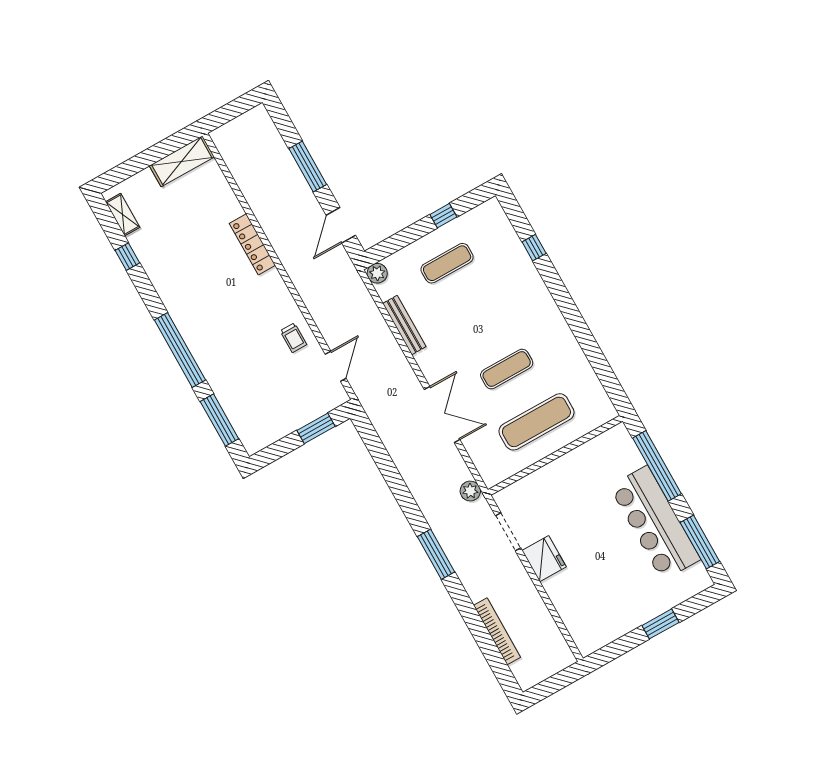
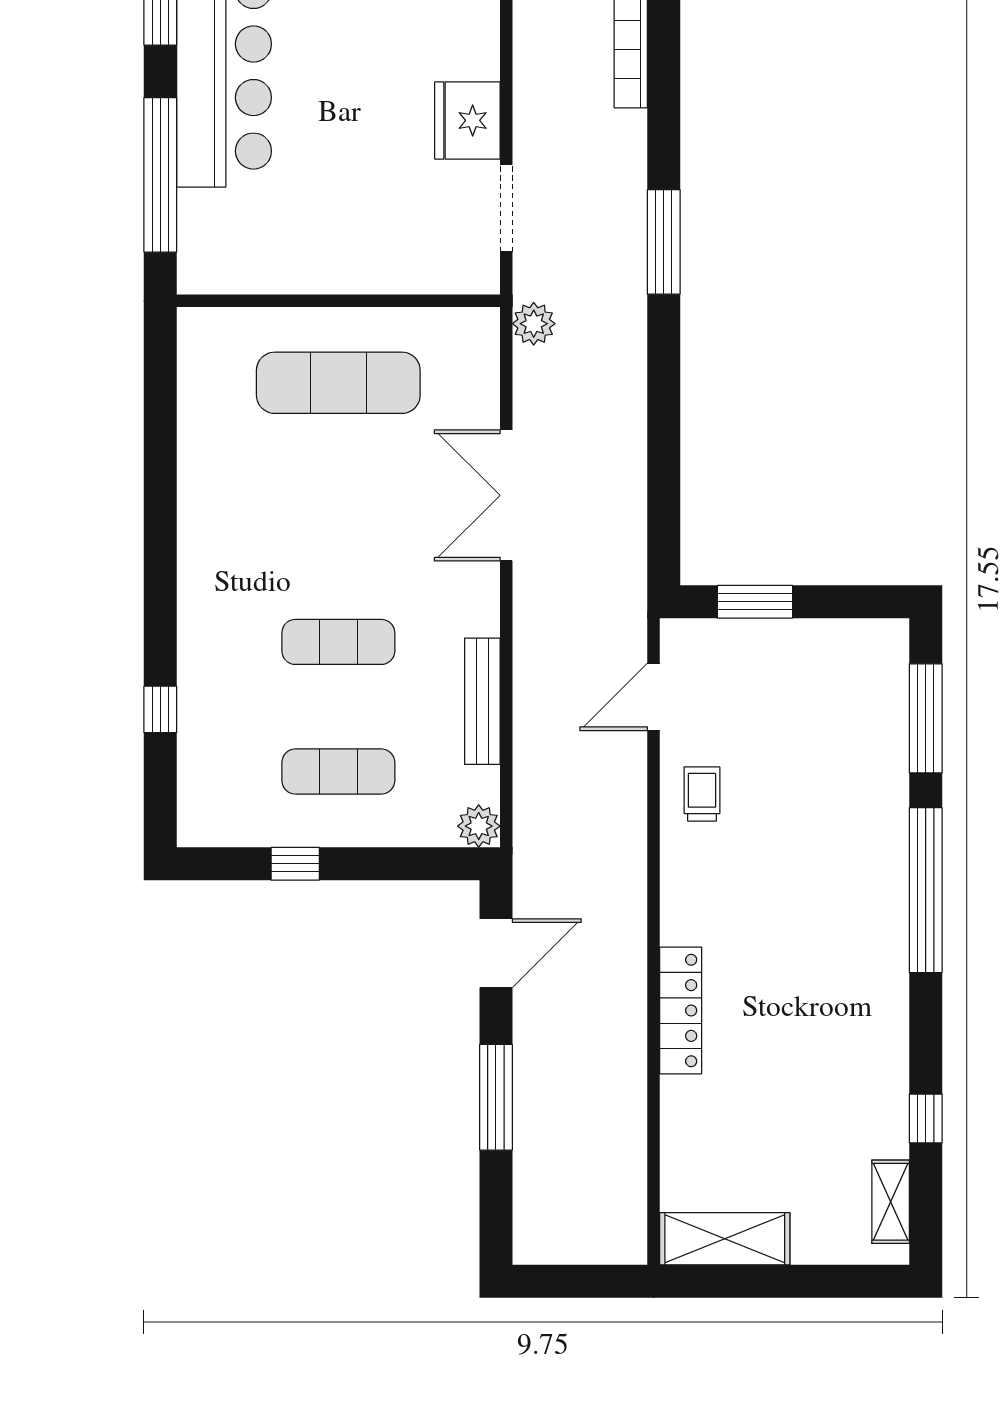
exercise mat: (507, 369) -> (338, 642), moved

